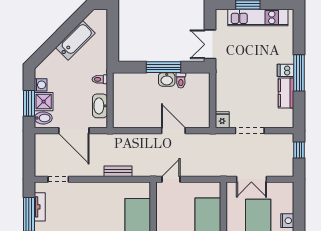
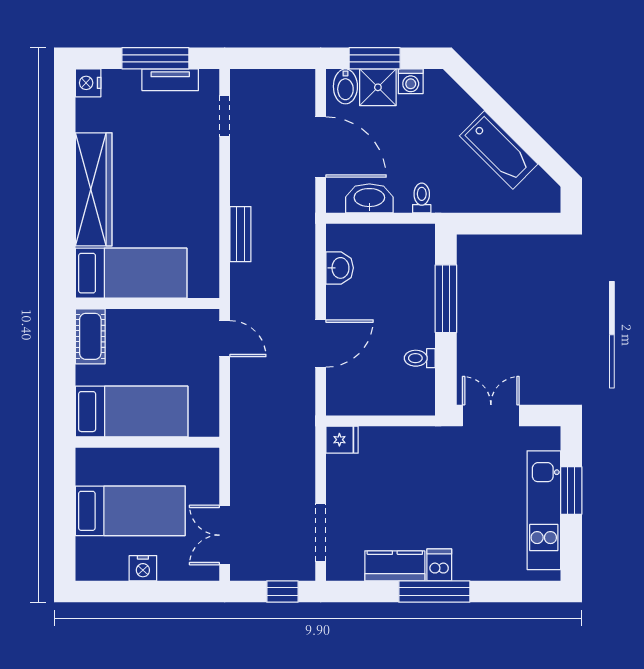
window: (163, 67) -> (446, 299), moved
washbasin: (167, 79) -> (340, 268), moved, turned 180
door: (74, 131) -> (321, 147), swing flipped
doorway: (250, 131) -> (321, 532), moved
double door: (251, 179) -> (225, 535), moved

